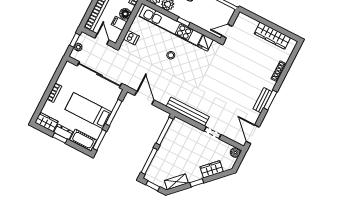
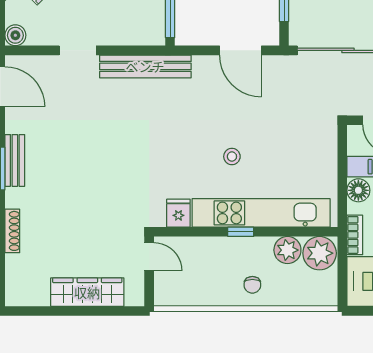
door: (227, 31) -> (149, 257), hinge flipped
wardrobe: (272, 36) -> (87, 292), moved
dishwasher: (131, 38) -> (324, 151), removed

